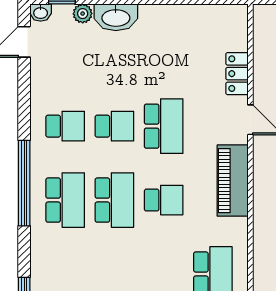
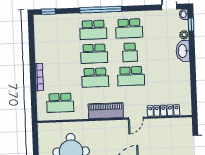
locker: (237, 74) -> (163, 111), width x1.53
school desk: (65, 126) -> (129, 28), width x1.85
school desk: (164, 200) -> (95, 78), width x1.85

